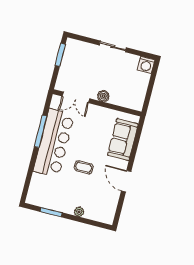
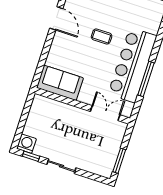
window: (141, 54) -> (31, 156), added
boiler: (103, 96) -> (75, 113), removed
sofa: (123, 140) -> (60, 83), moved, turned -90

